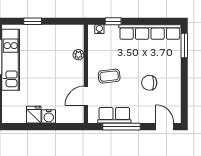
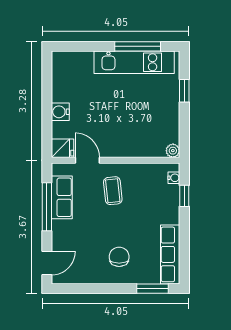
row of seats: (150, 32) -> (170, 254), width x0.73
plant: (78, 55) -> (173, 151), moved
chair: (149, 83) -> (119, 257), moved
fridge: (34, 115) -> (63, 148), moved

